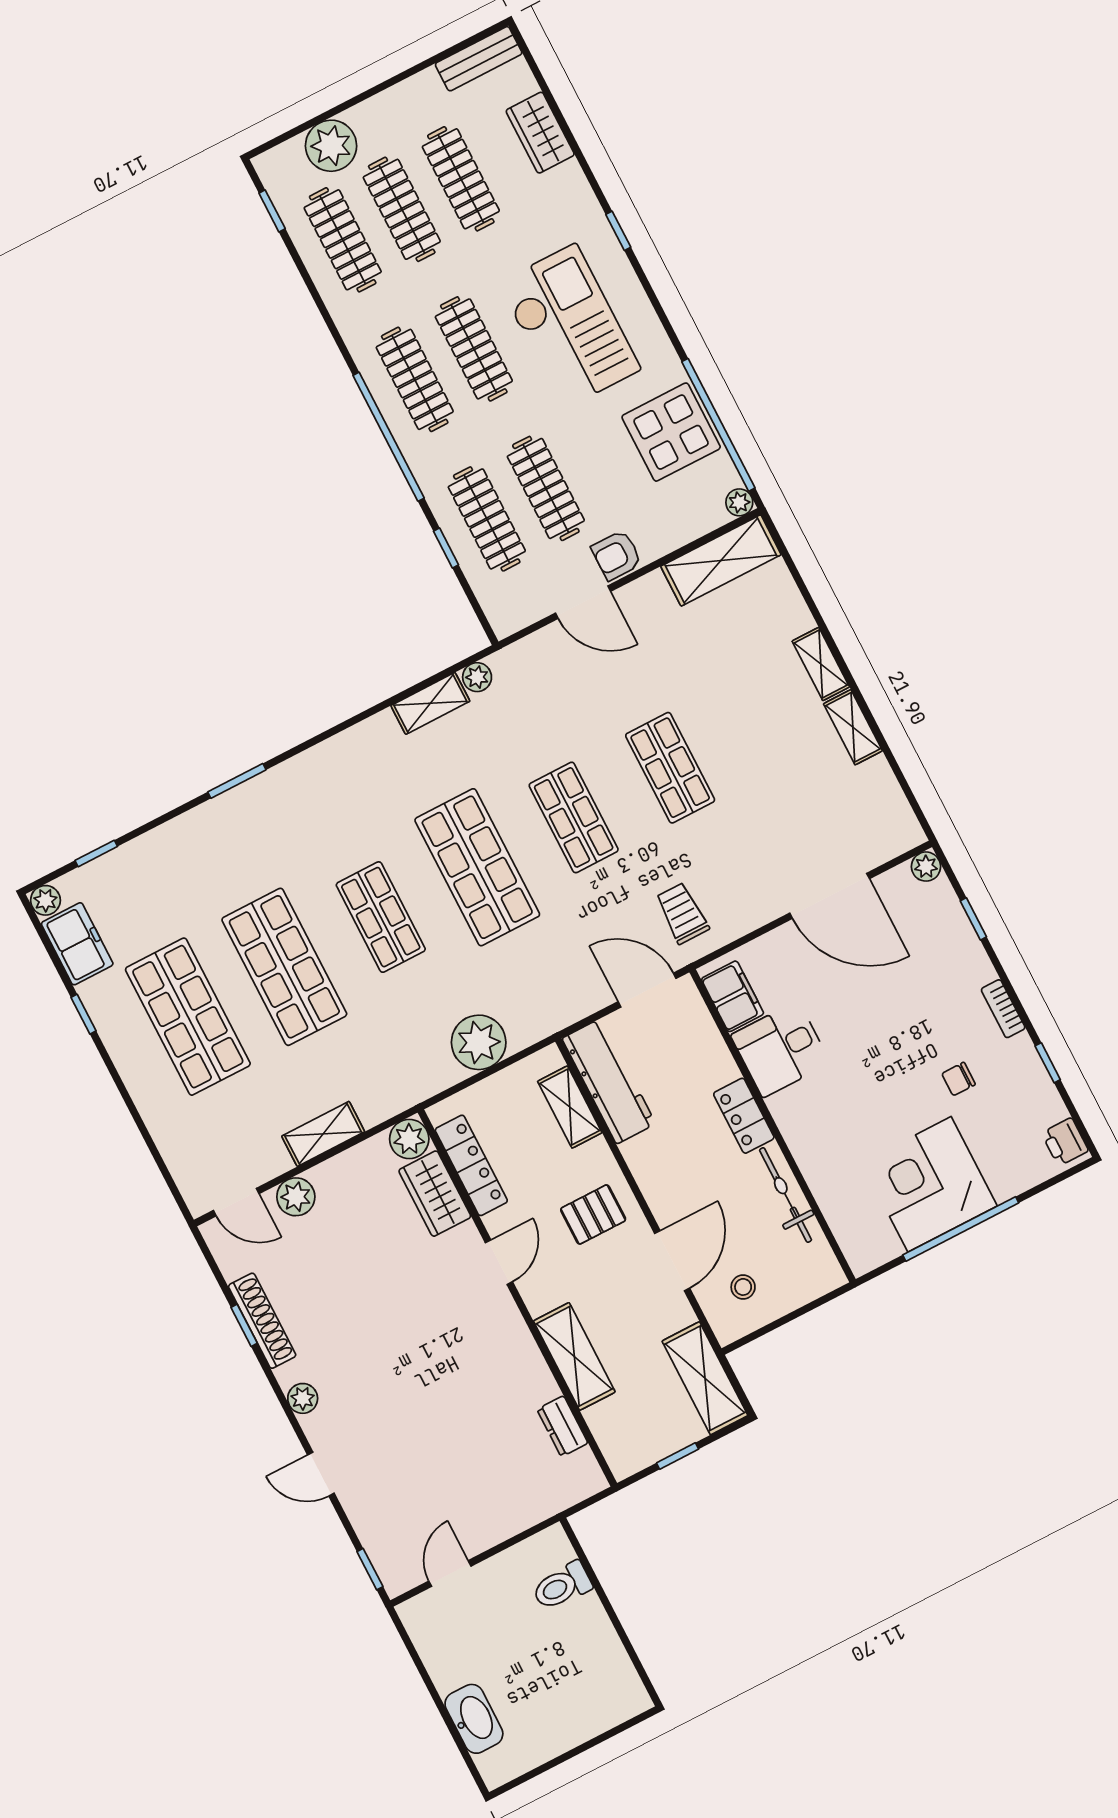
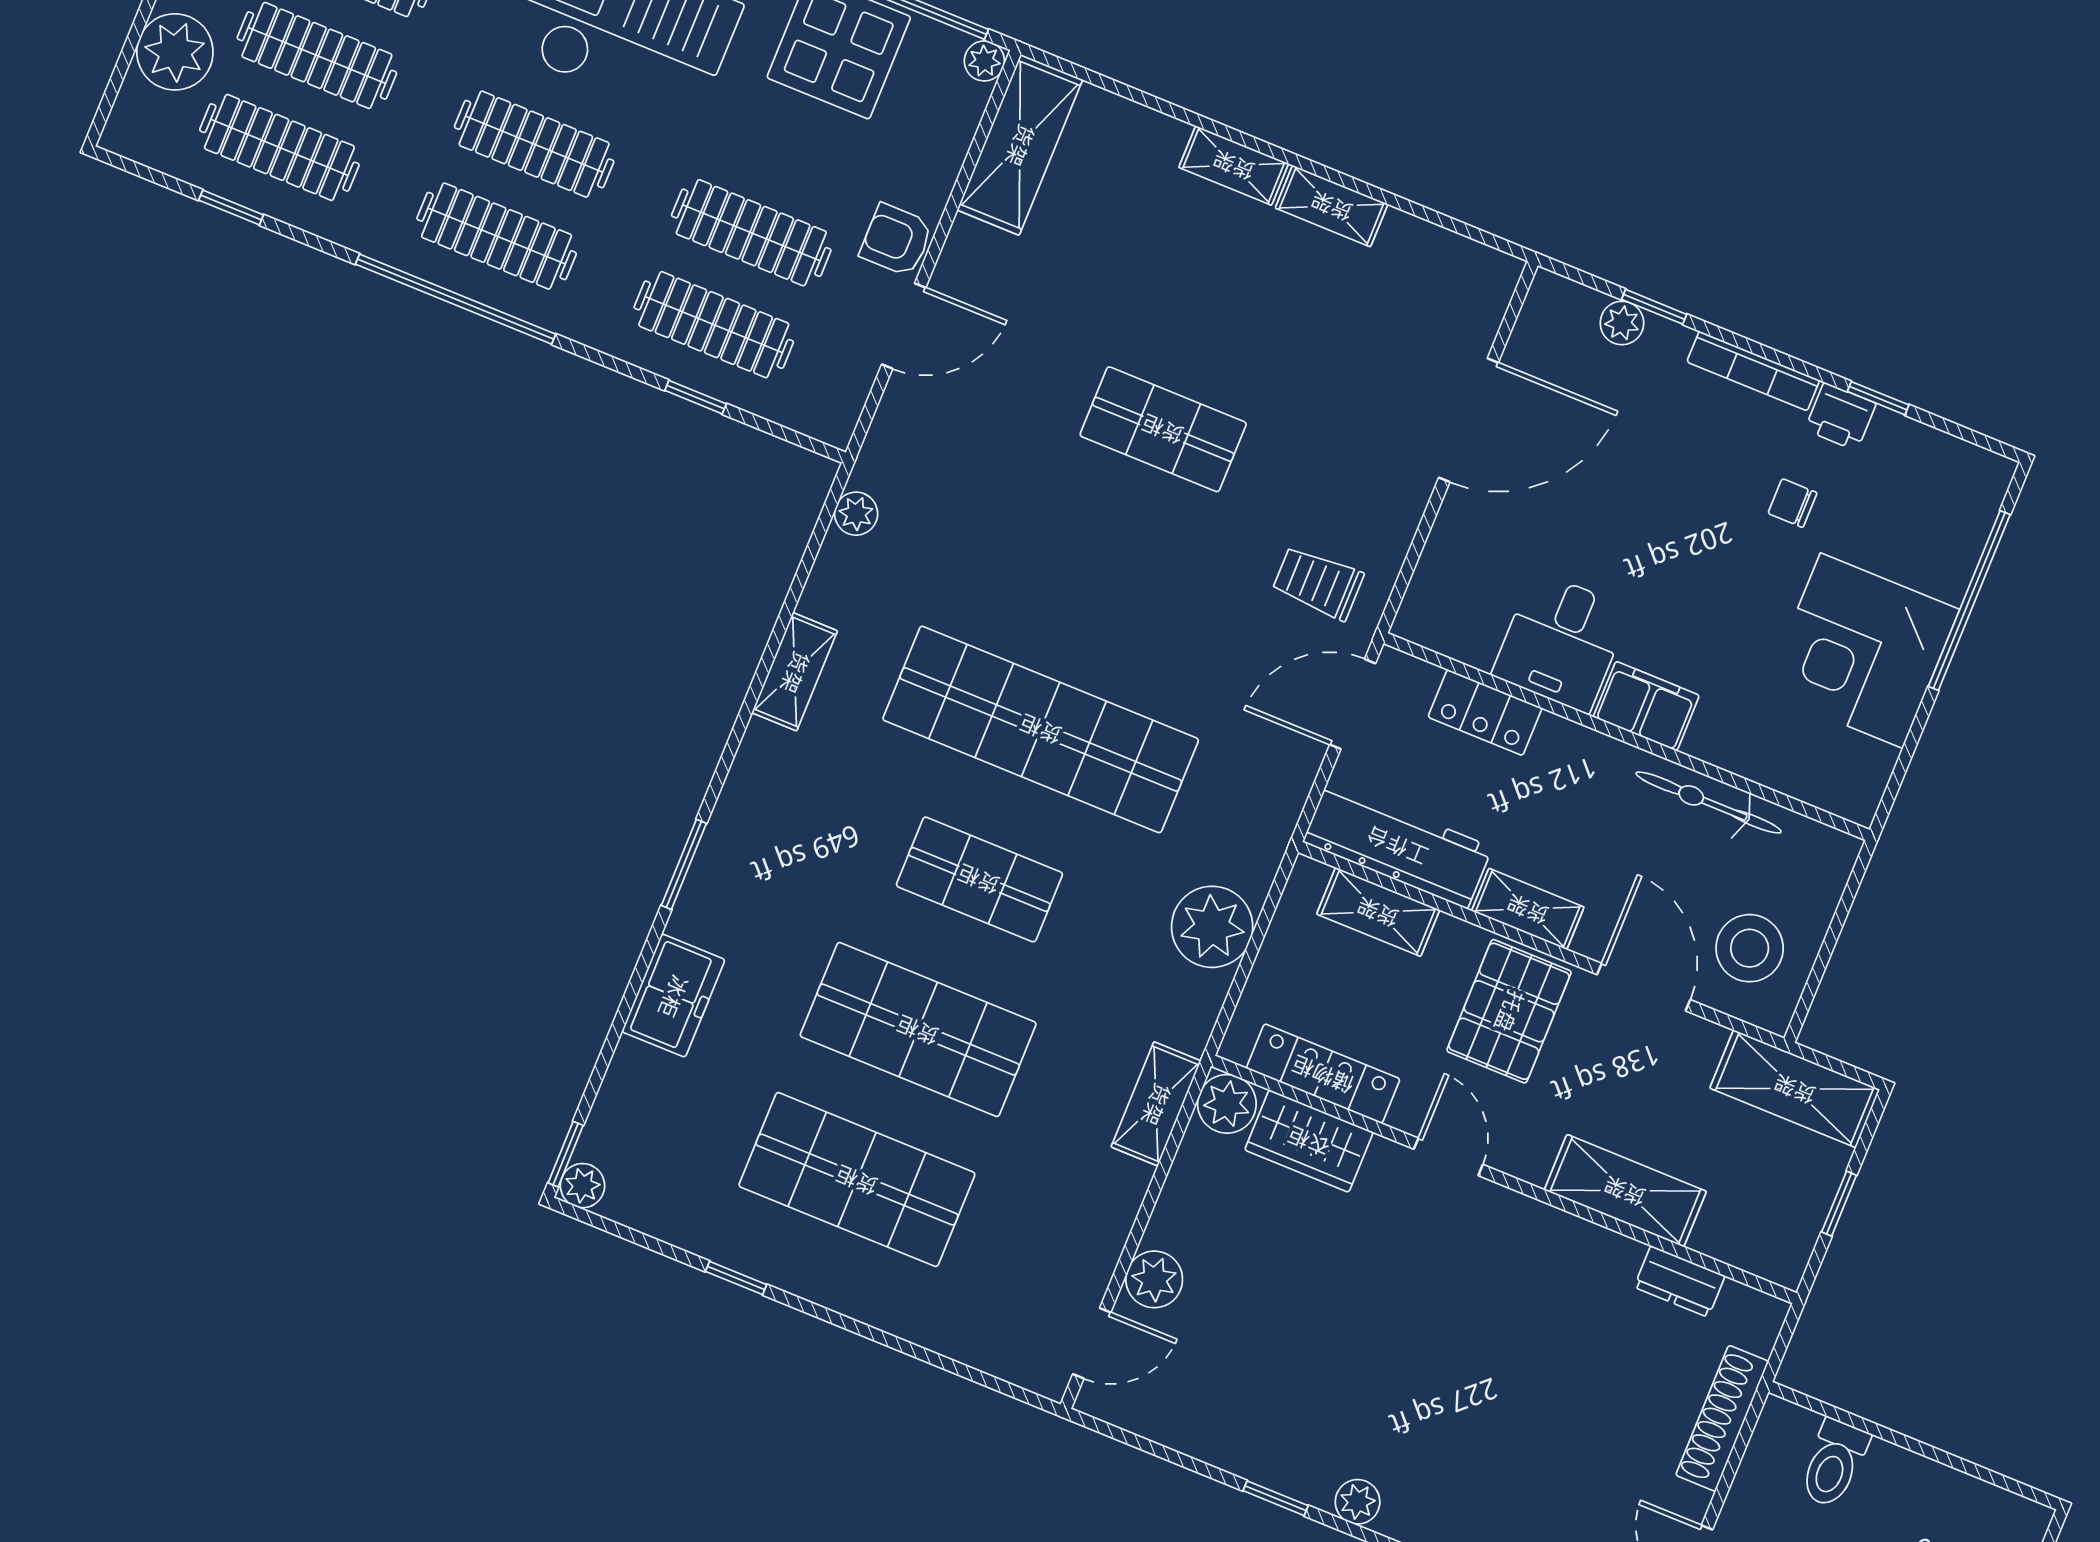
window: (272, 211) -> (231, 208), moved
window: (389, 437) -> (456, 299), moved
armchair: (617, 555) -> (896, 240), turned 90
shelving: (430, 703) -> (795, 672), moved
shop shelf: (574, 817) -> (1102, 579), removed
window: (96, 853) -> (566, 1154), moved
shop shelf: (477, 867) -> (1041, 729), width x1.40
plant: (926, 867) -> (1622, 323), moved
freezer: (77, 944) -> (673, 996), moved, turned 90
filing cabinet: (733, 996) -> (1646, 706), moved
bookcase: (1003, 1009) -> (1753, 371), width x1.56
chair: (959, 1079) -> (1792, 503), turned 90
locker: (744, 1116) -> (1485, 712), moved
shelving: (323, 1134) -> (1156, 1104), moved
printer: (1065, 1142) -> (1840, 417), moved
shelving: (647, 1171) -> (1528, 909), added
pallet: (593, 1214) -> (1509, 1011), width x1.50, depth x1.42
window: (961, 1229) -> (1969, 600), moved
stool: (743, 1287) -> (1750, 948), width x1.89, depth x1.89
shoe rack: (262, 1321) -> (1722, 1418), moved, turned -90
window: (244, 1325) -> (1276, 1498), moved

